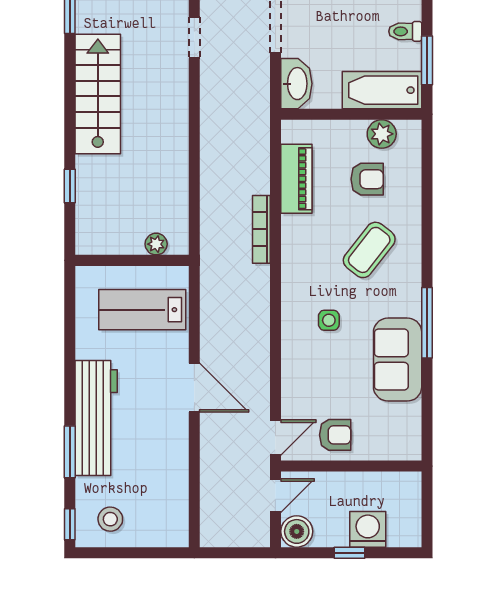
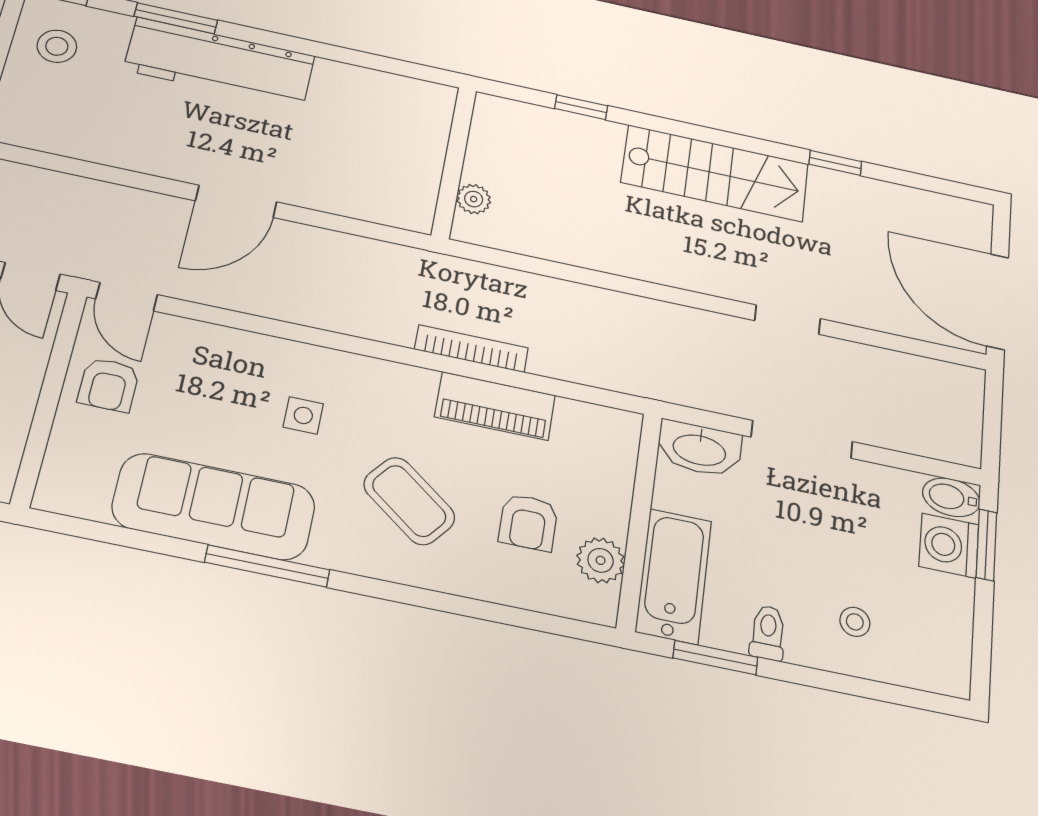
piano: (296, 179) -> (495, 406), moved
lab bench: (142, 310) -> (375, 159), removed
sofa: (398, 360) -> (214, 506), width x1.36

